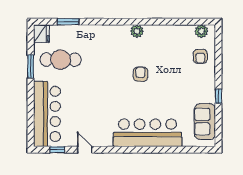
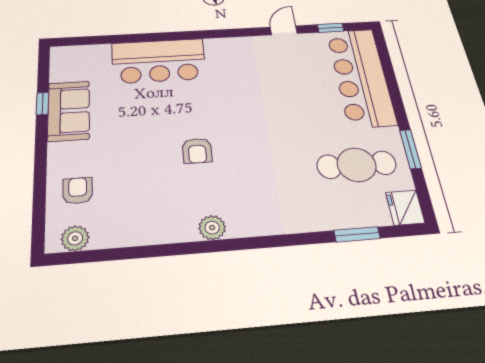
window: (218, 96) -> (42, 104), moved
sofa: (205, 122) -> (69, 111), moved
bar counter: (147, 133) -> (159, 61), width x0.73
door: (85, 150) -> (284, 30), swing flipped

